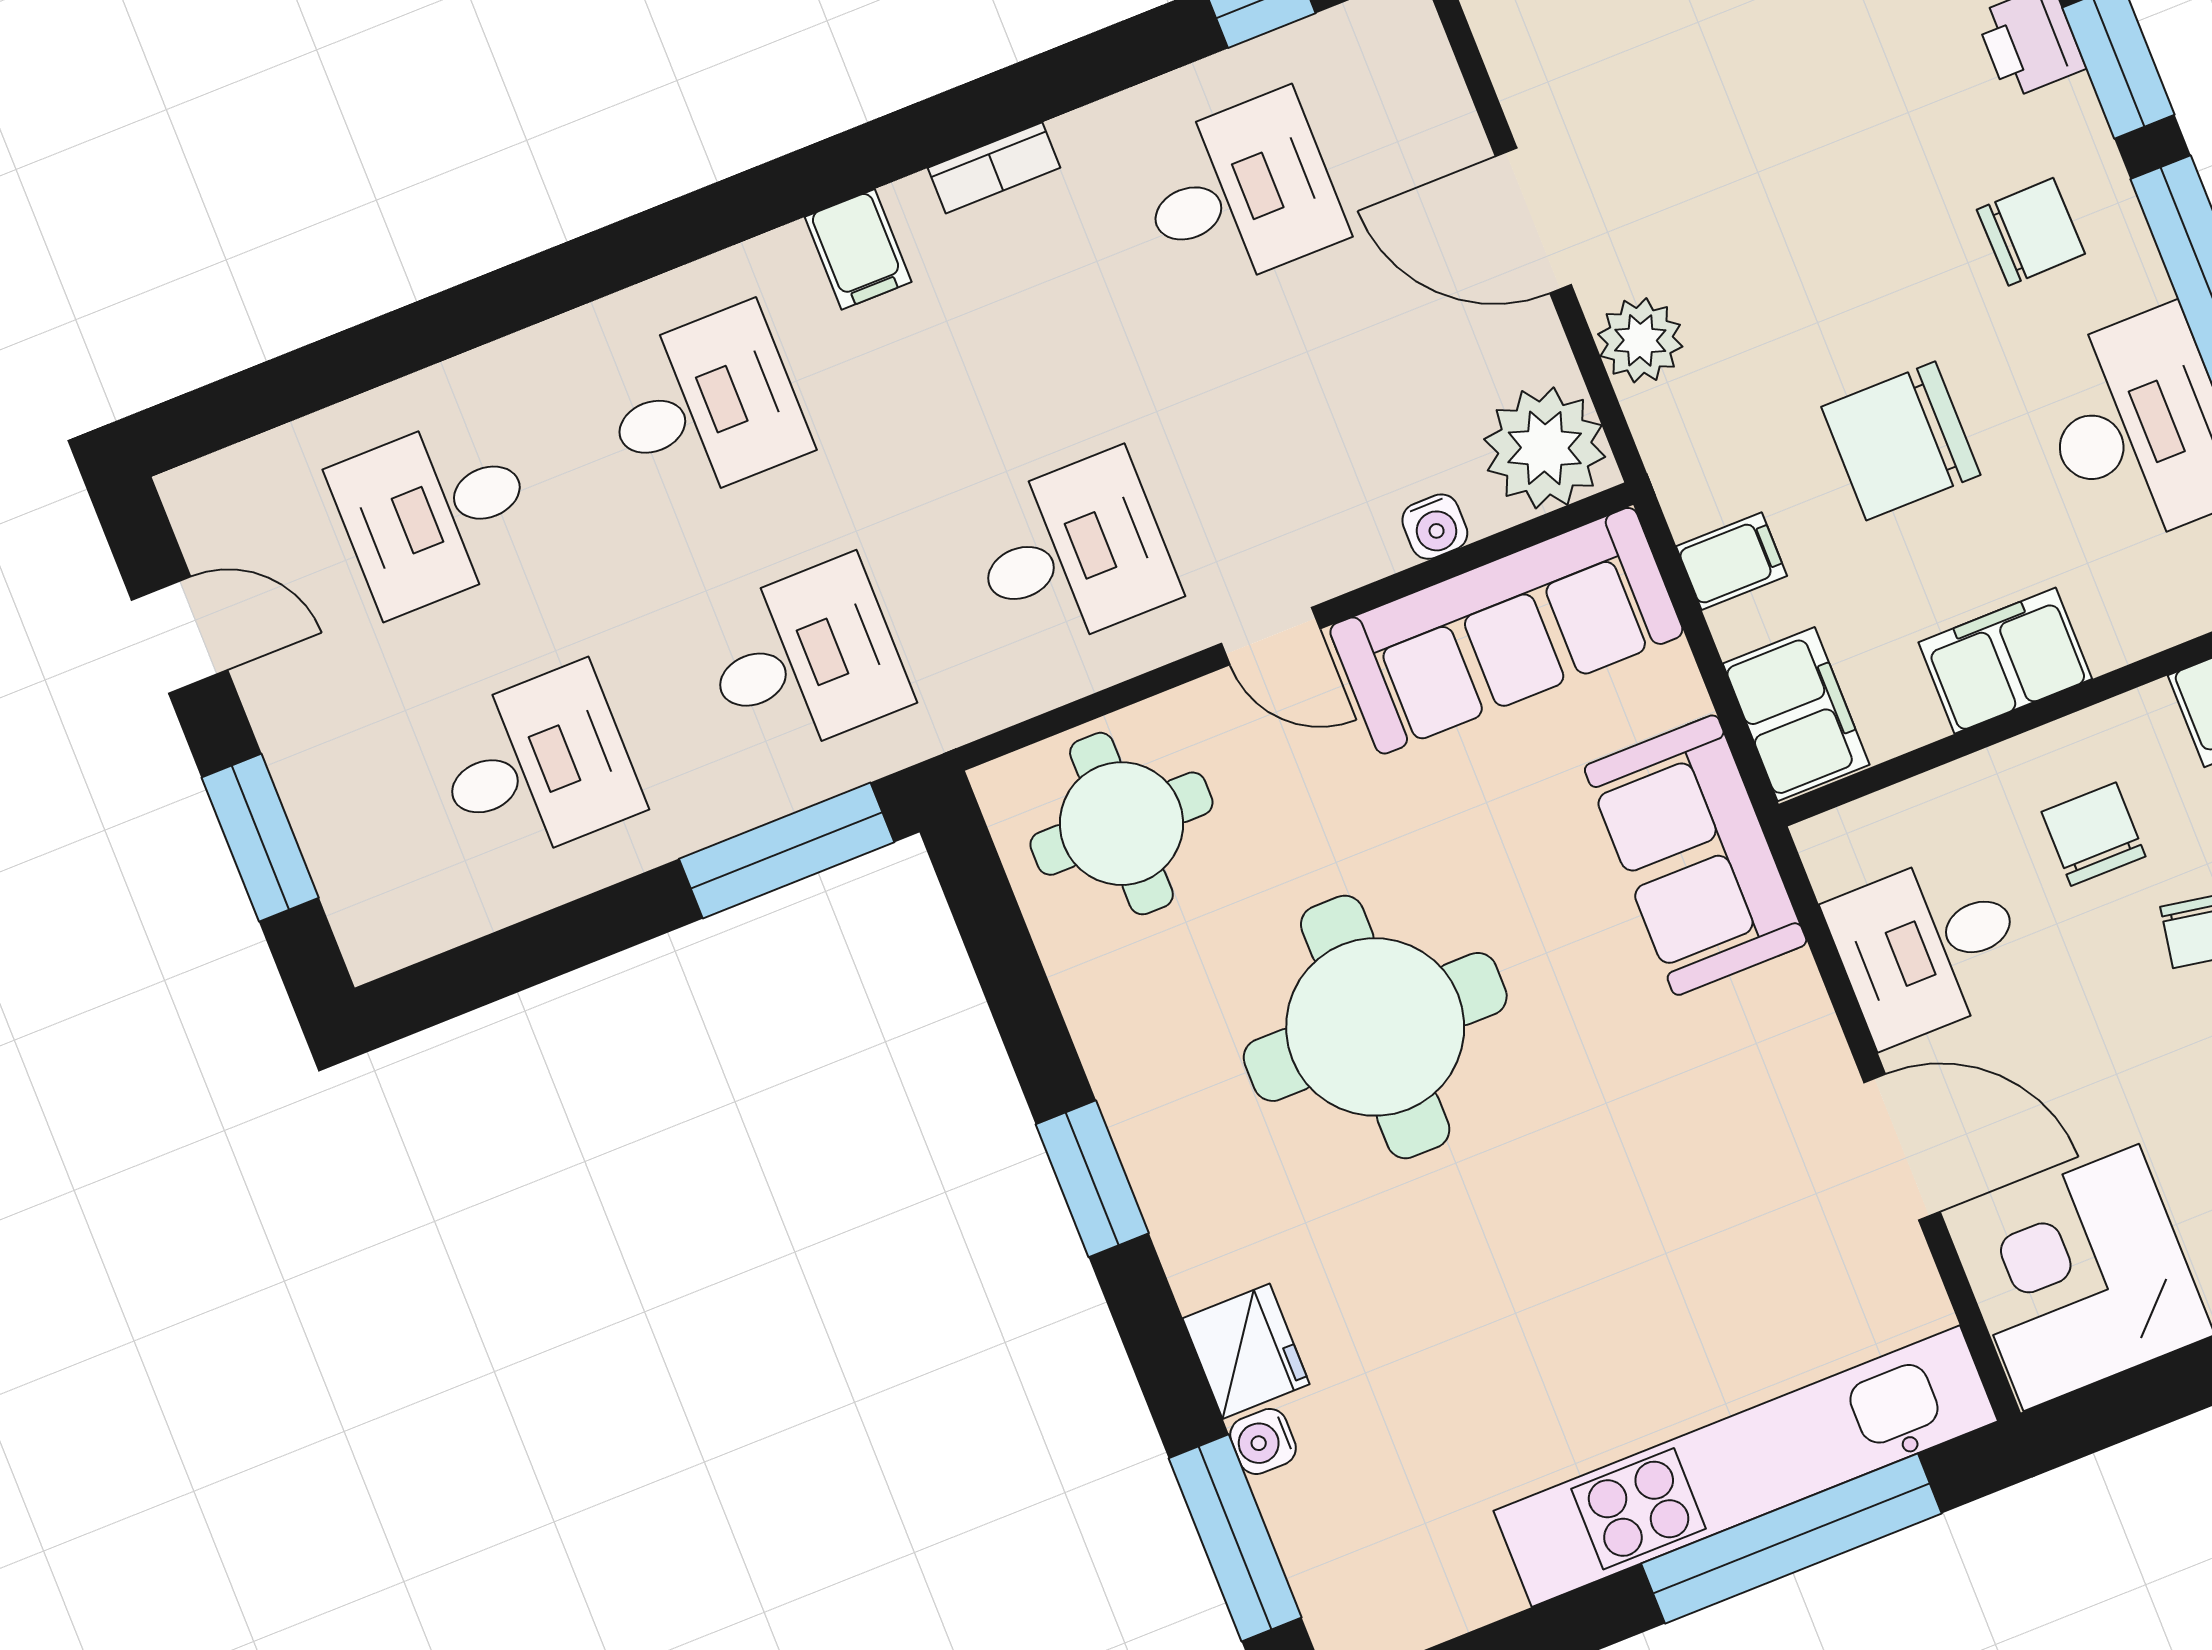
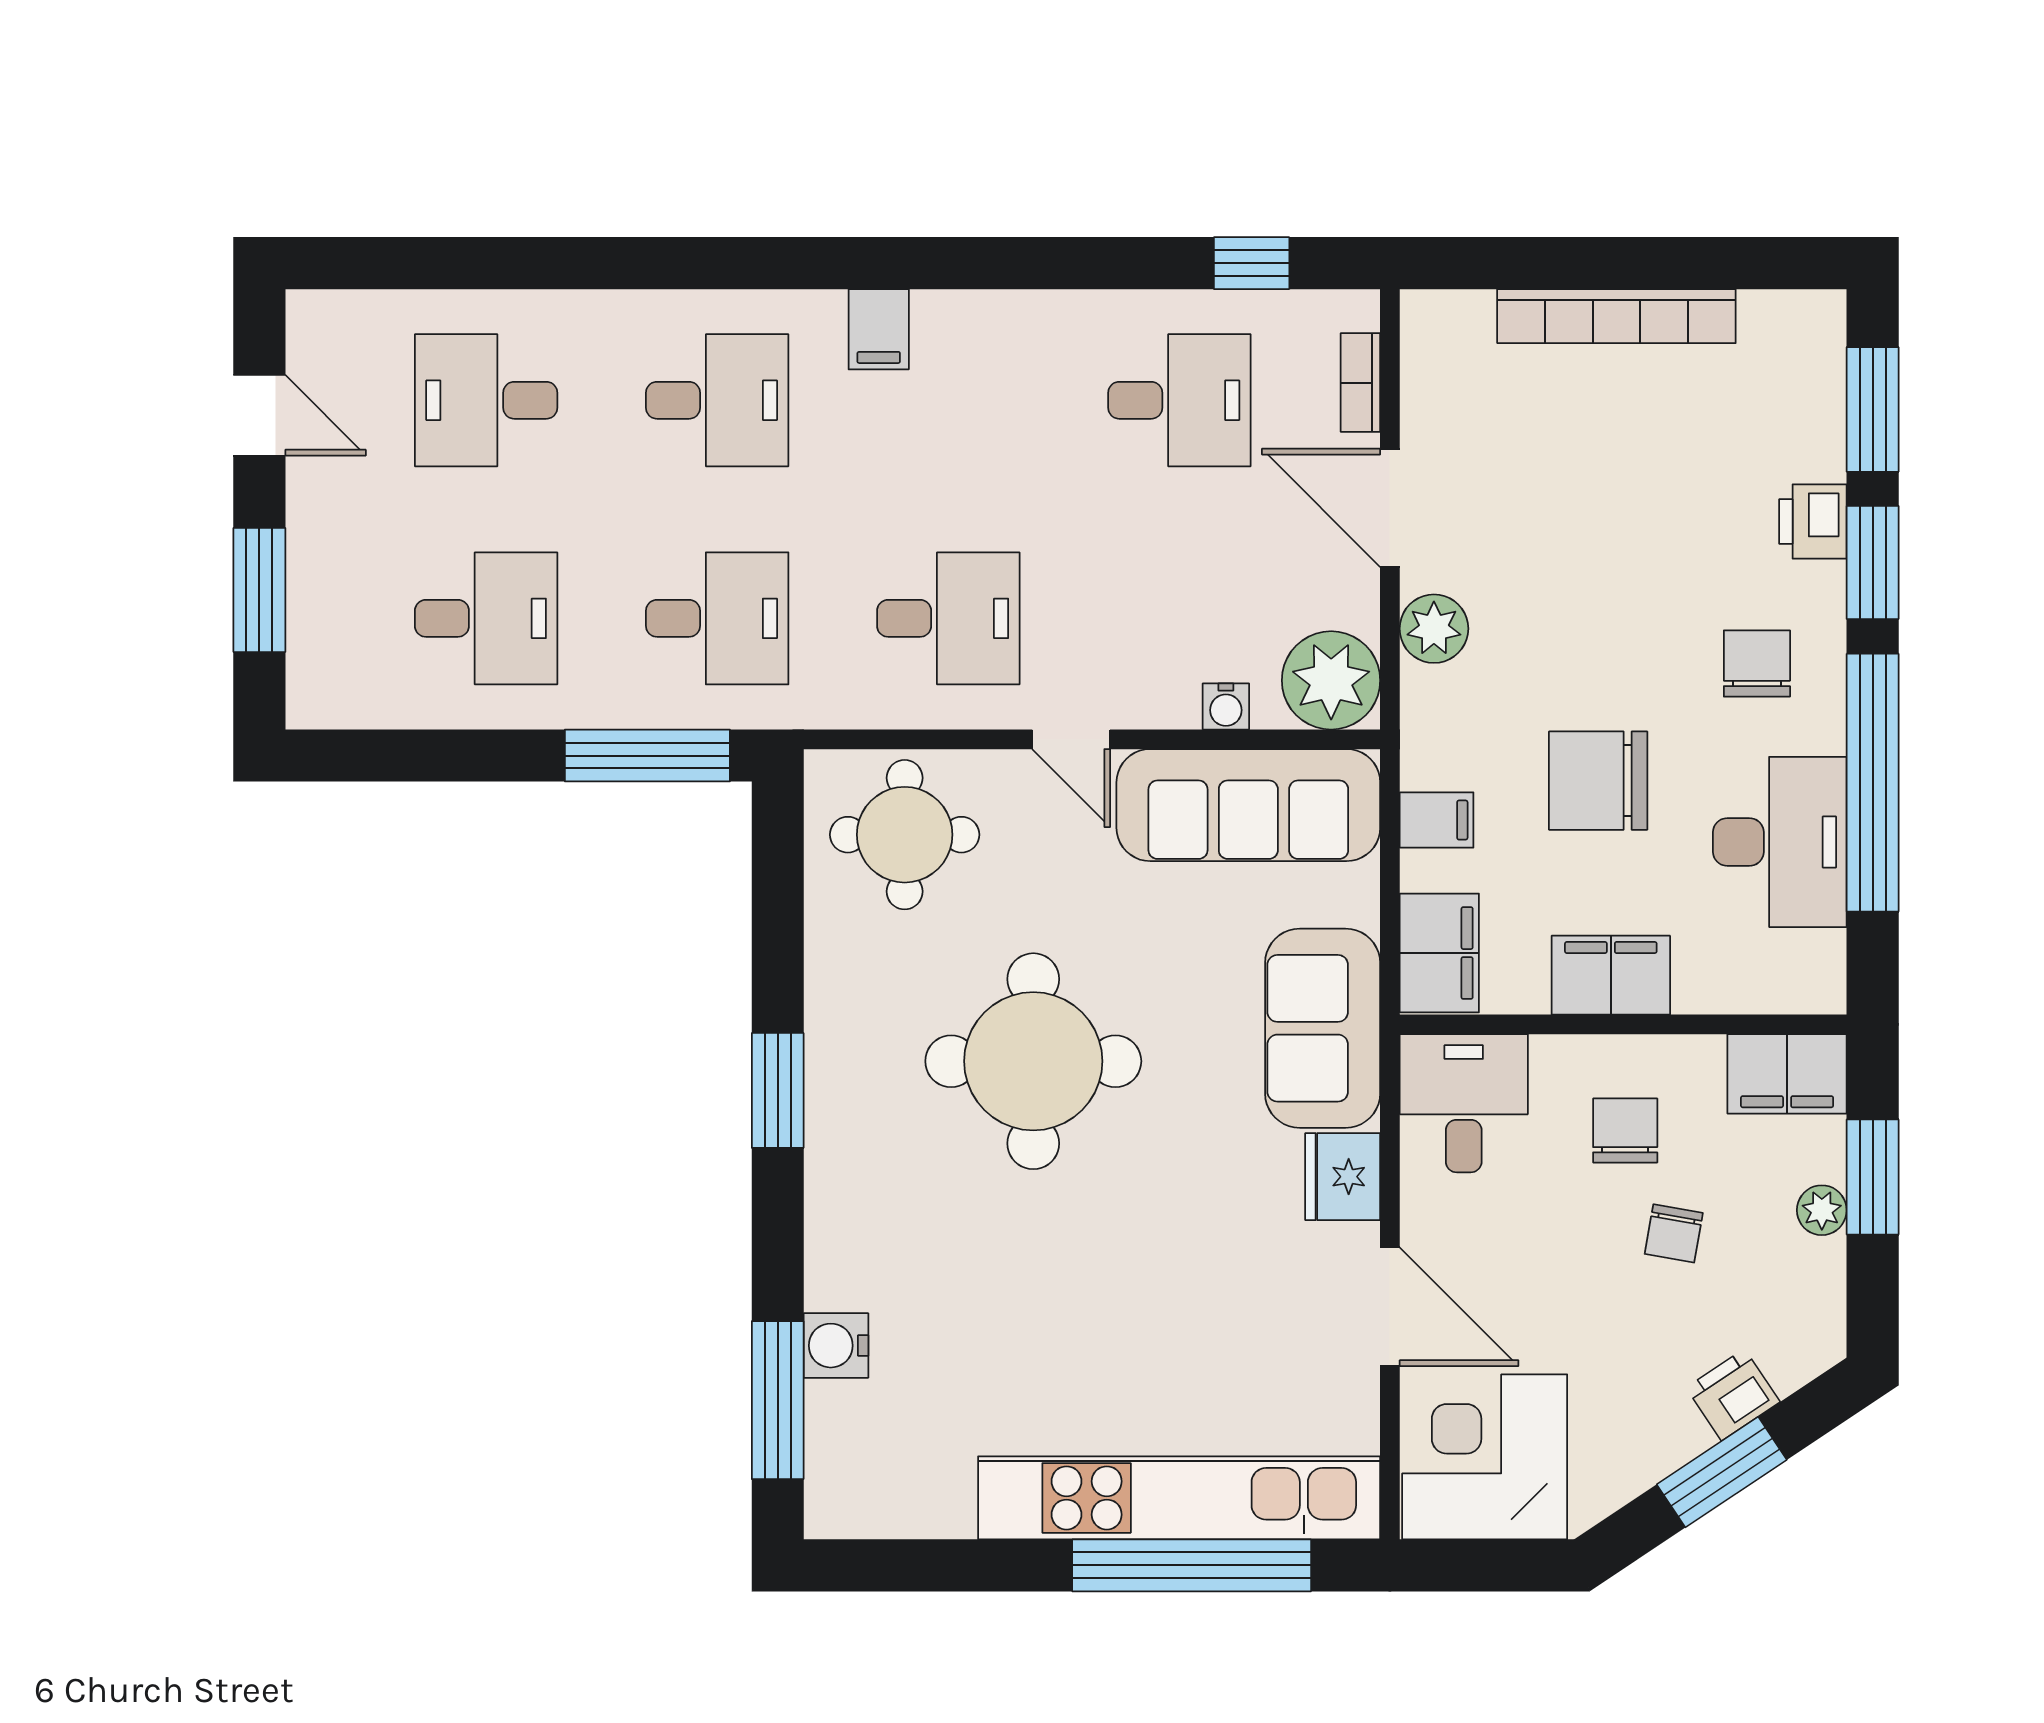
bookcase: (994, 168) -> (1360, 383), moved, turned 90
chair: (2031, 232) -> (1757, 664), turned -89
desk: (1928, 947) -> (1464, 1103), moved, turned 90
fridge: (1246, 1351) -> (1343, 1177), moved, turned 180
water cooler: (1263, 1441) -> (836, 1346), width x1.38, depth x1.38

